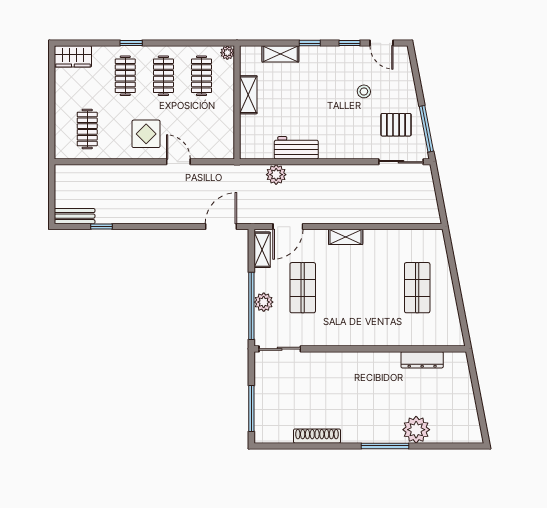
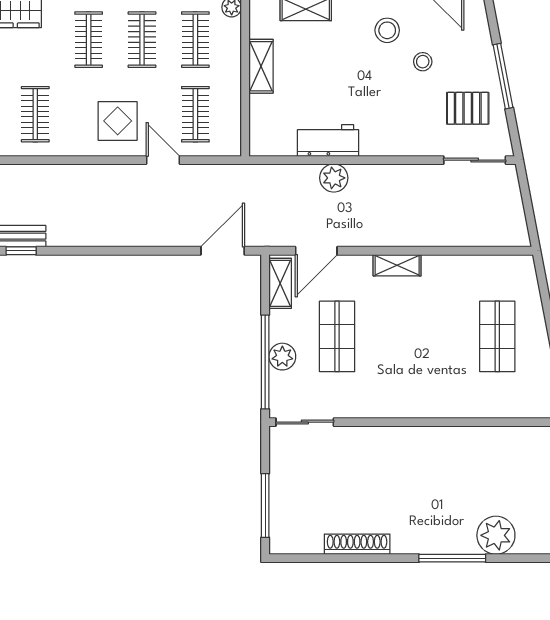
stool: (338, 69) -> (387, 30), added
clothes rail: (202, 129) -> (195, 114), added
window: (426, 129) -> (503, 76), moved
plant: (276, 175) -> (334, 178), moved
window: (101, 227) -> (21, 251), moved
dresser: (422, 360) -> (504, 437), removed

